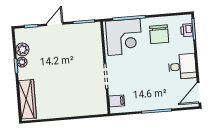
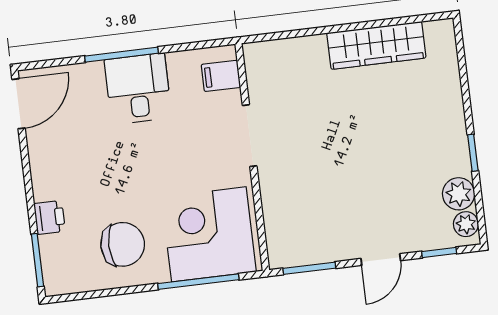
printer: (187, 30) -> (50, 217), moved
chair: (159, 34) -> (123, 244), turned 90
plant: (22, 62) -> (466, 224), moved
desk: (182, 66) -> (138, 89), moved, turned 90
wardrobe: (27, 99) -> (376, 45), moved, turned -90

